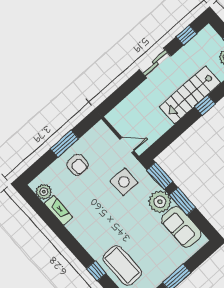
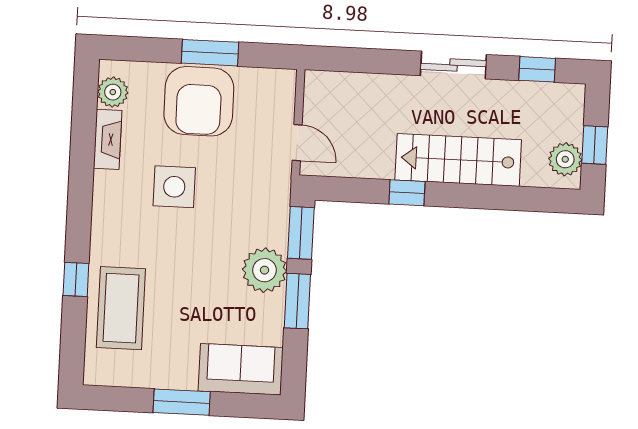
window: (205, 105) -> (407, 193), moved
armchair: (78, 165) -> (199, 101), width x1.88, depth x1.88
side table: (124, 182) -> (174, 187), moved
sofa: (181, 227) -> (241, 369), moved, turned 90

